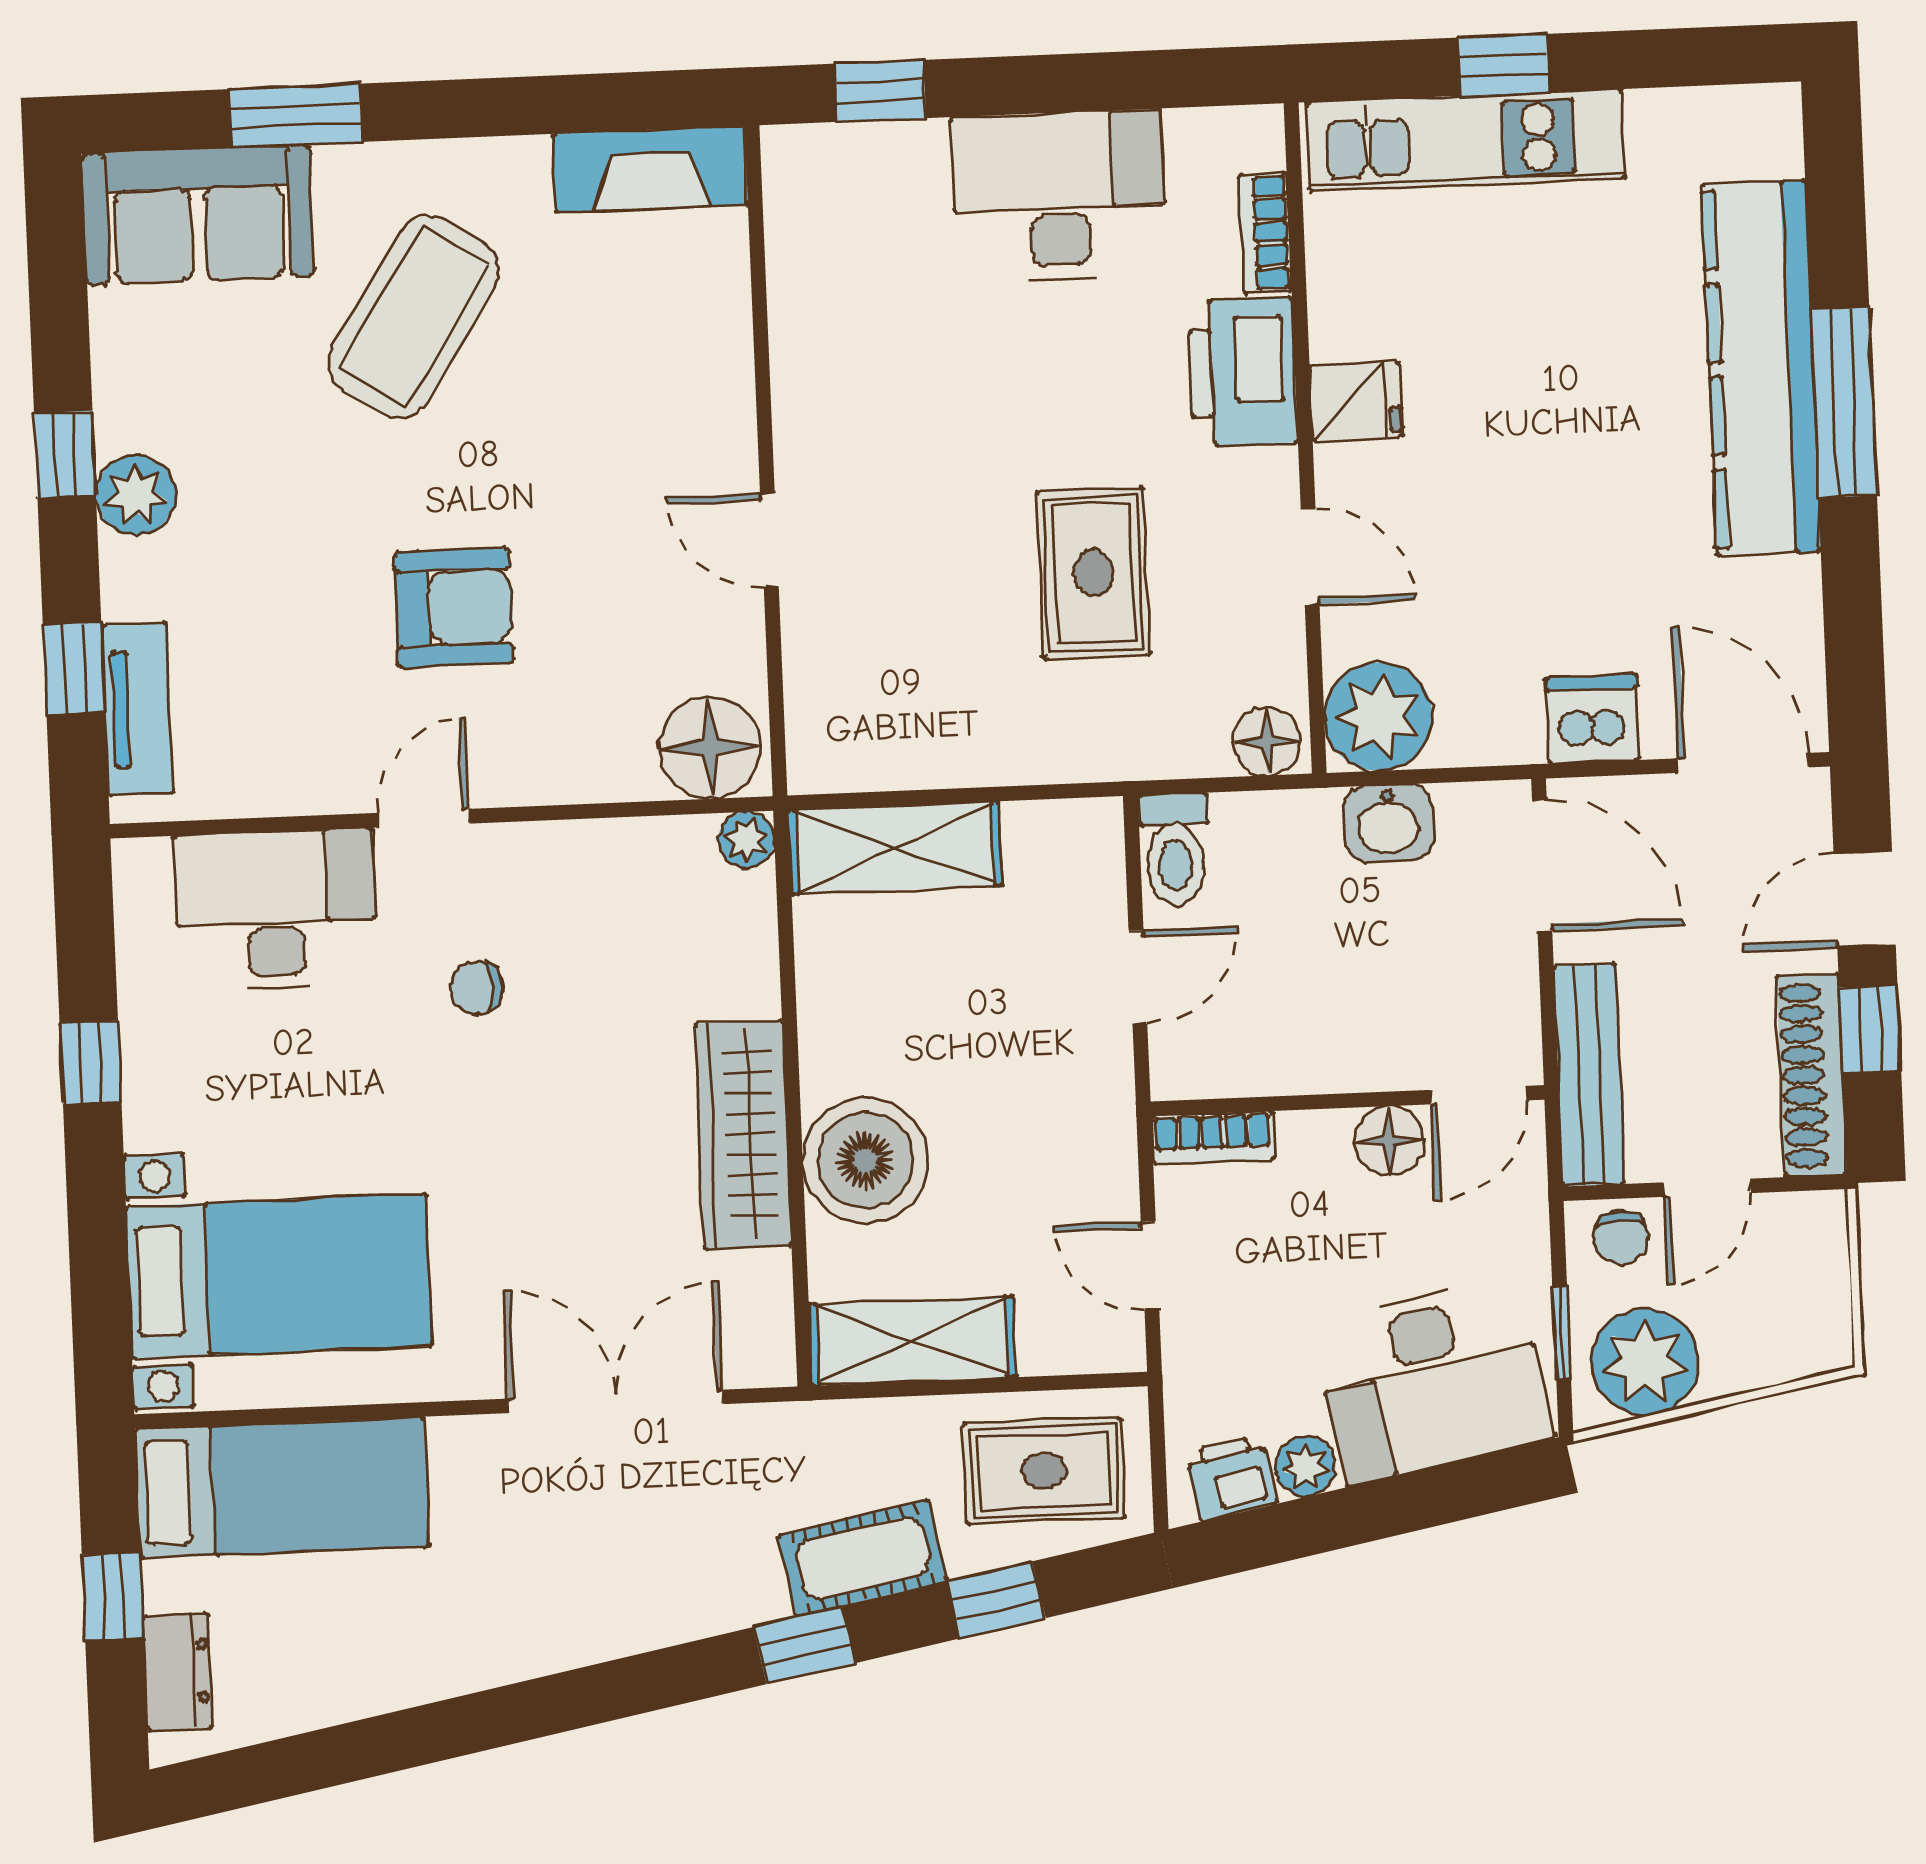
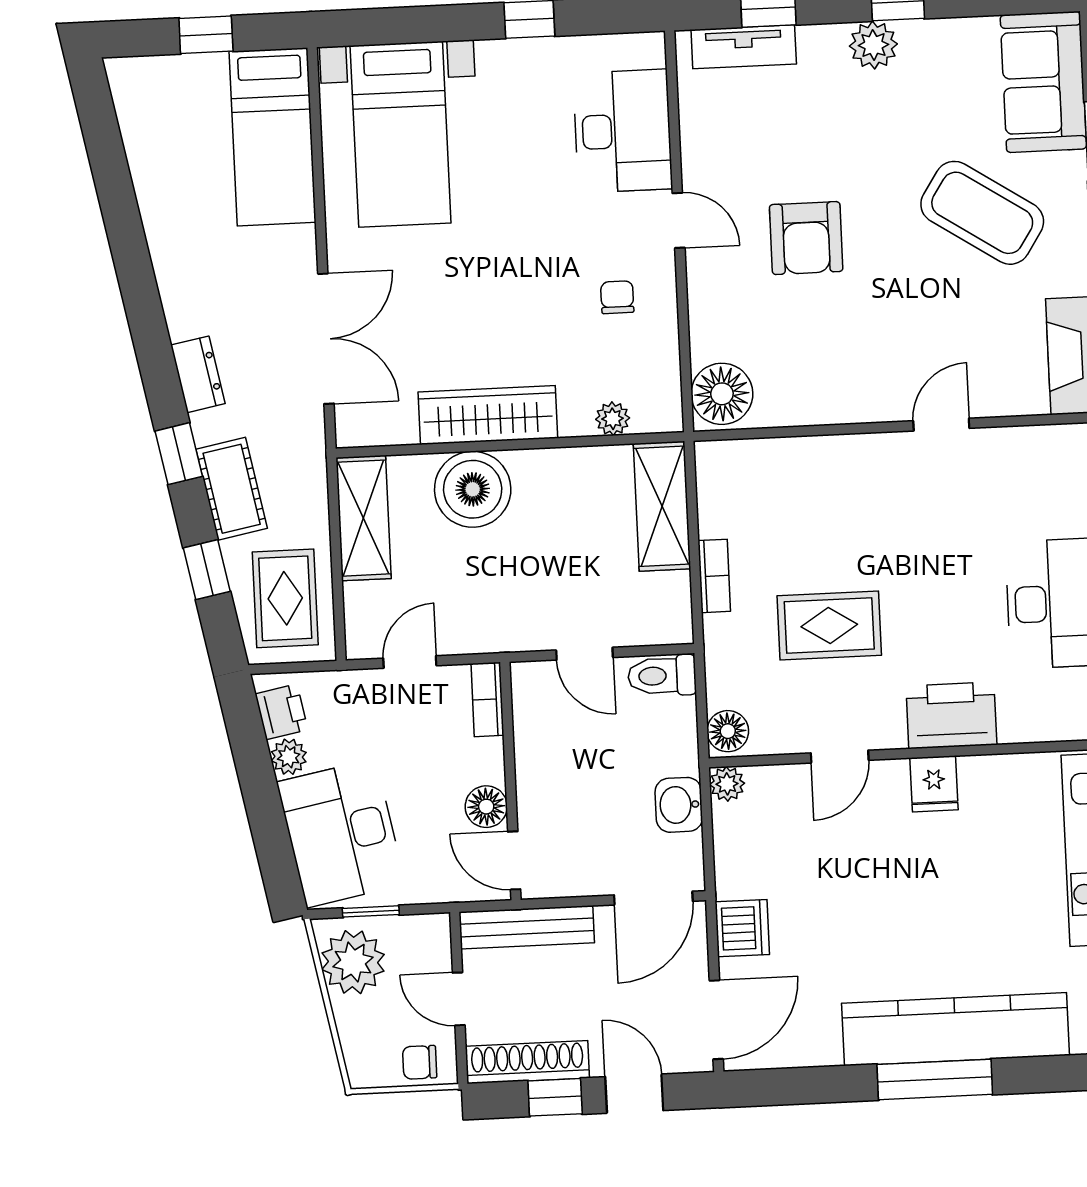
bookcase: (1265, 233) -> (714, 576), moved, turned 90
door: (769, 540) -> (941, 425), moved
plant: (1378, 717) -> (727, 784), width x0.53, depth x0.53
plant: (746, 840) -> (613, 419), moved
chair: (477, 988) -> (617, 297), moved
chair: (1621, 1238) -> (420, 1062), moved
dresser: (178, 1672) -> (198, 374), moved, turned -101

